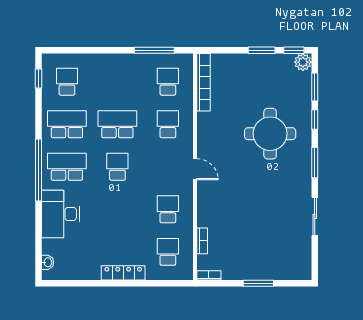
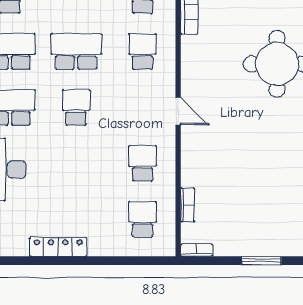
locker: (123, 273) -> (58, 247), moved

